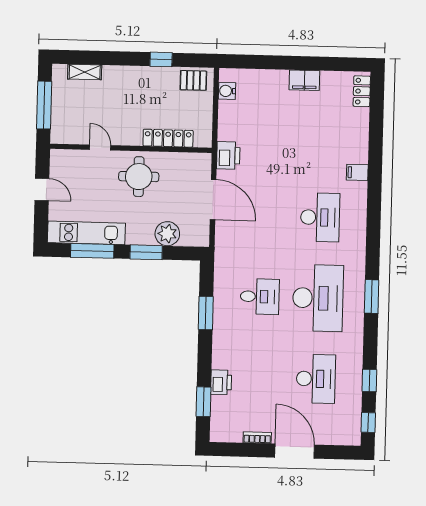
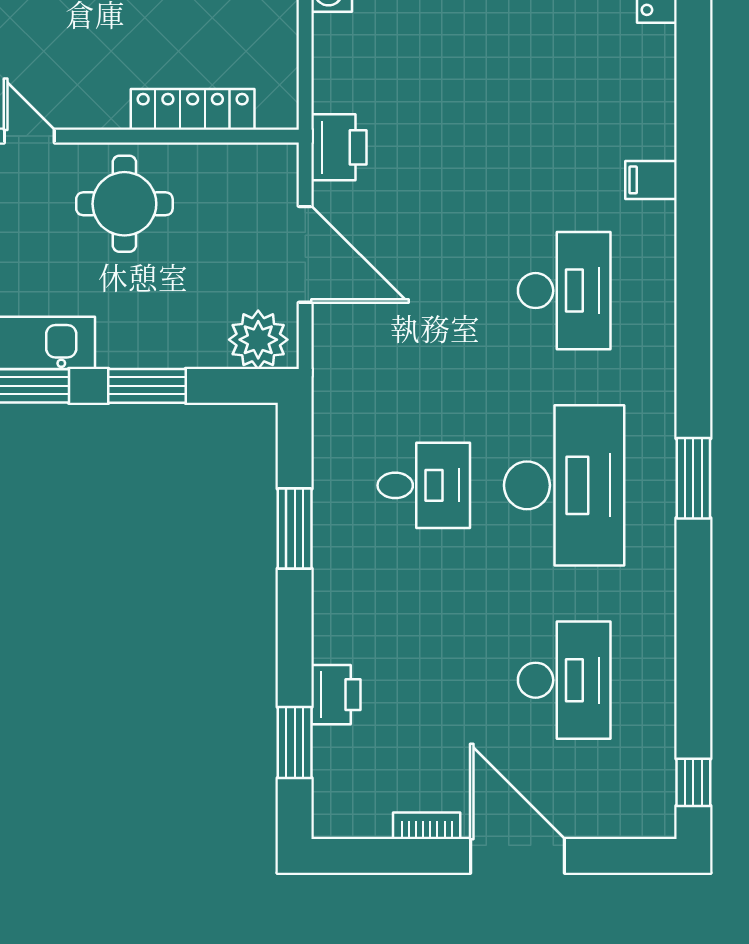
plant: (167, 234) -> (258, 340), moved
window: (369, 381) -> (693, 681), removed

